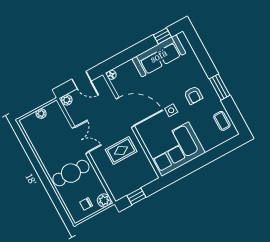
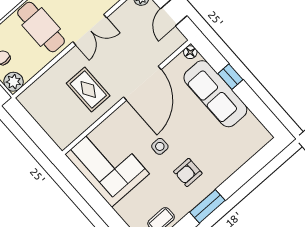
window: (162, 36) -> (230, 77), moved
sofa: (159, 56) -> (215, 94), moved
window: (136, 196) -> (29, 125), removed

